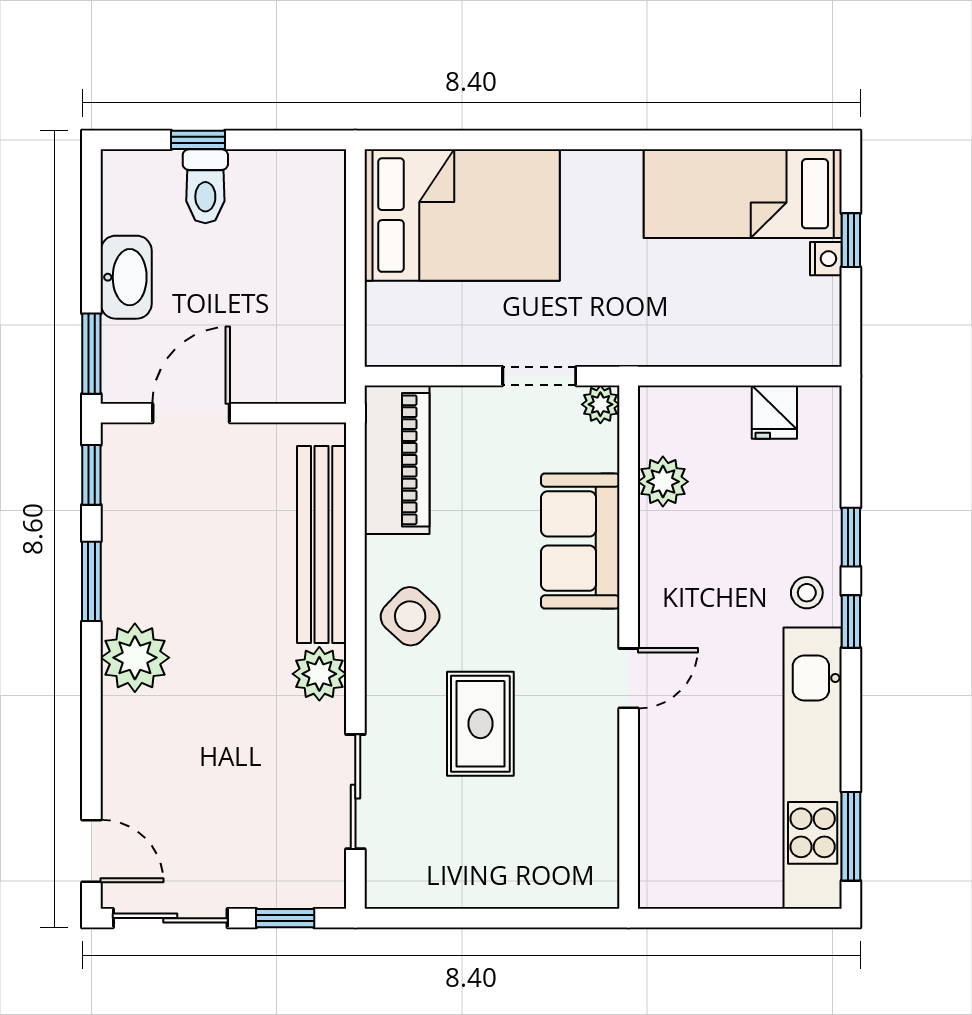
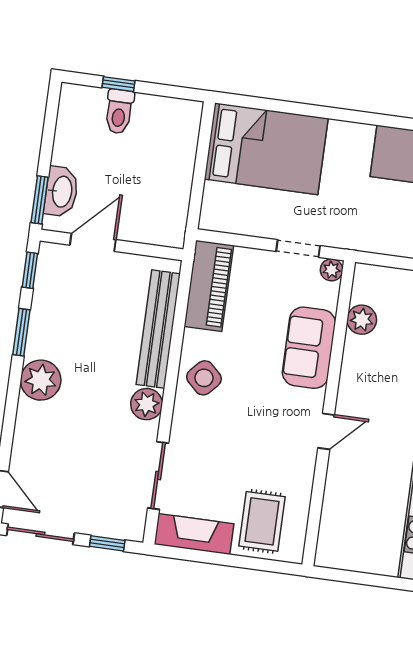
washbasin: (126, 277) -> (61, 192), moved
rug: (480, 724) -> (262, 521), moved
fireplace: (429, 882) -> (194, 534), added

